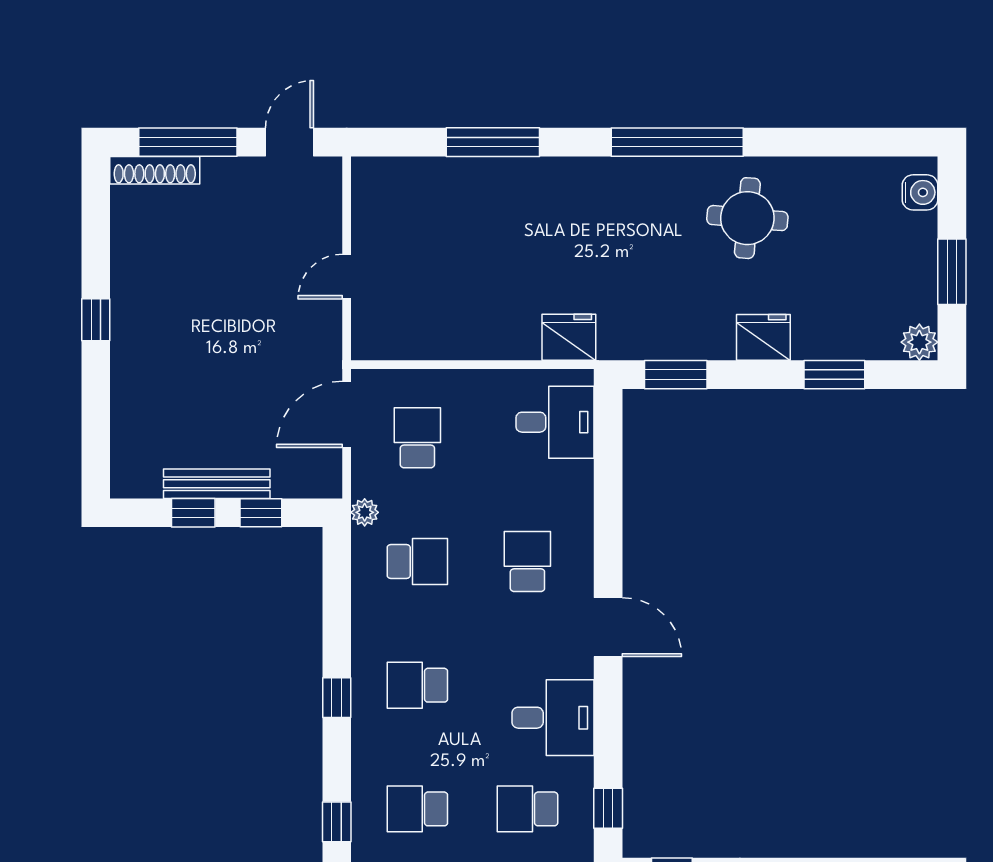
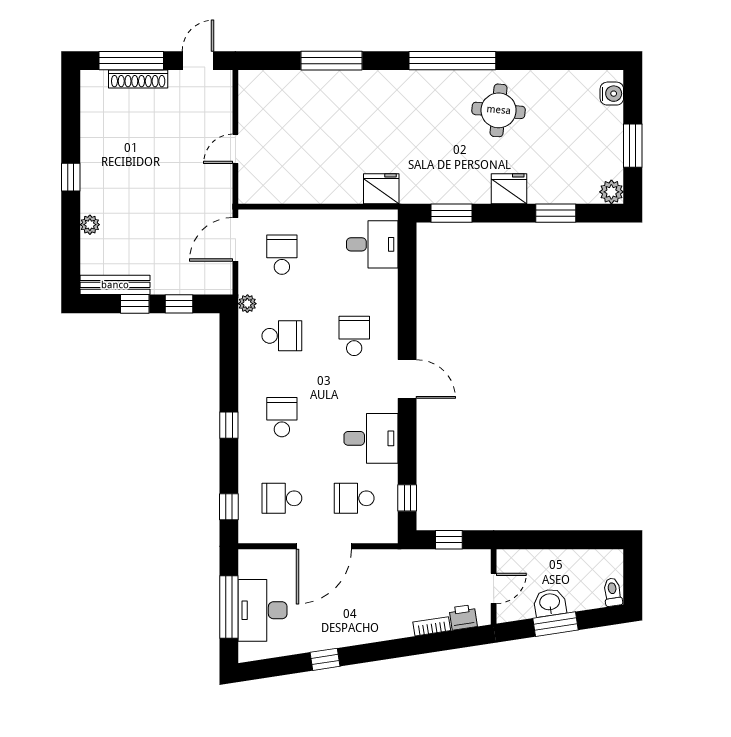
shoe rack: (155, 170) -> (138, 79), moved
plant: (125, 392) -> (90, 225), added
bench: (217, 484) -> (115, 285), moved
school desk: (417, 685) -> (282, 417), turned 90

